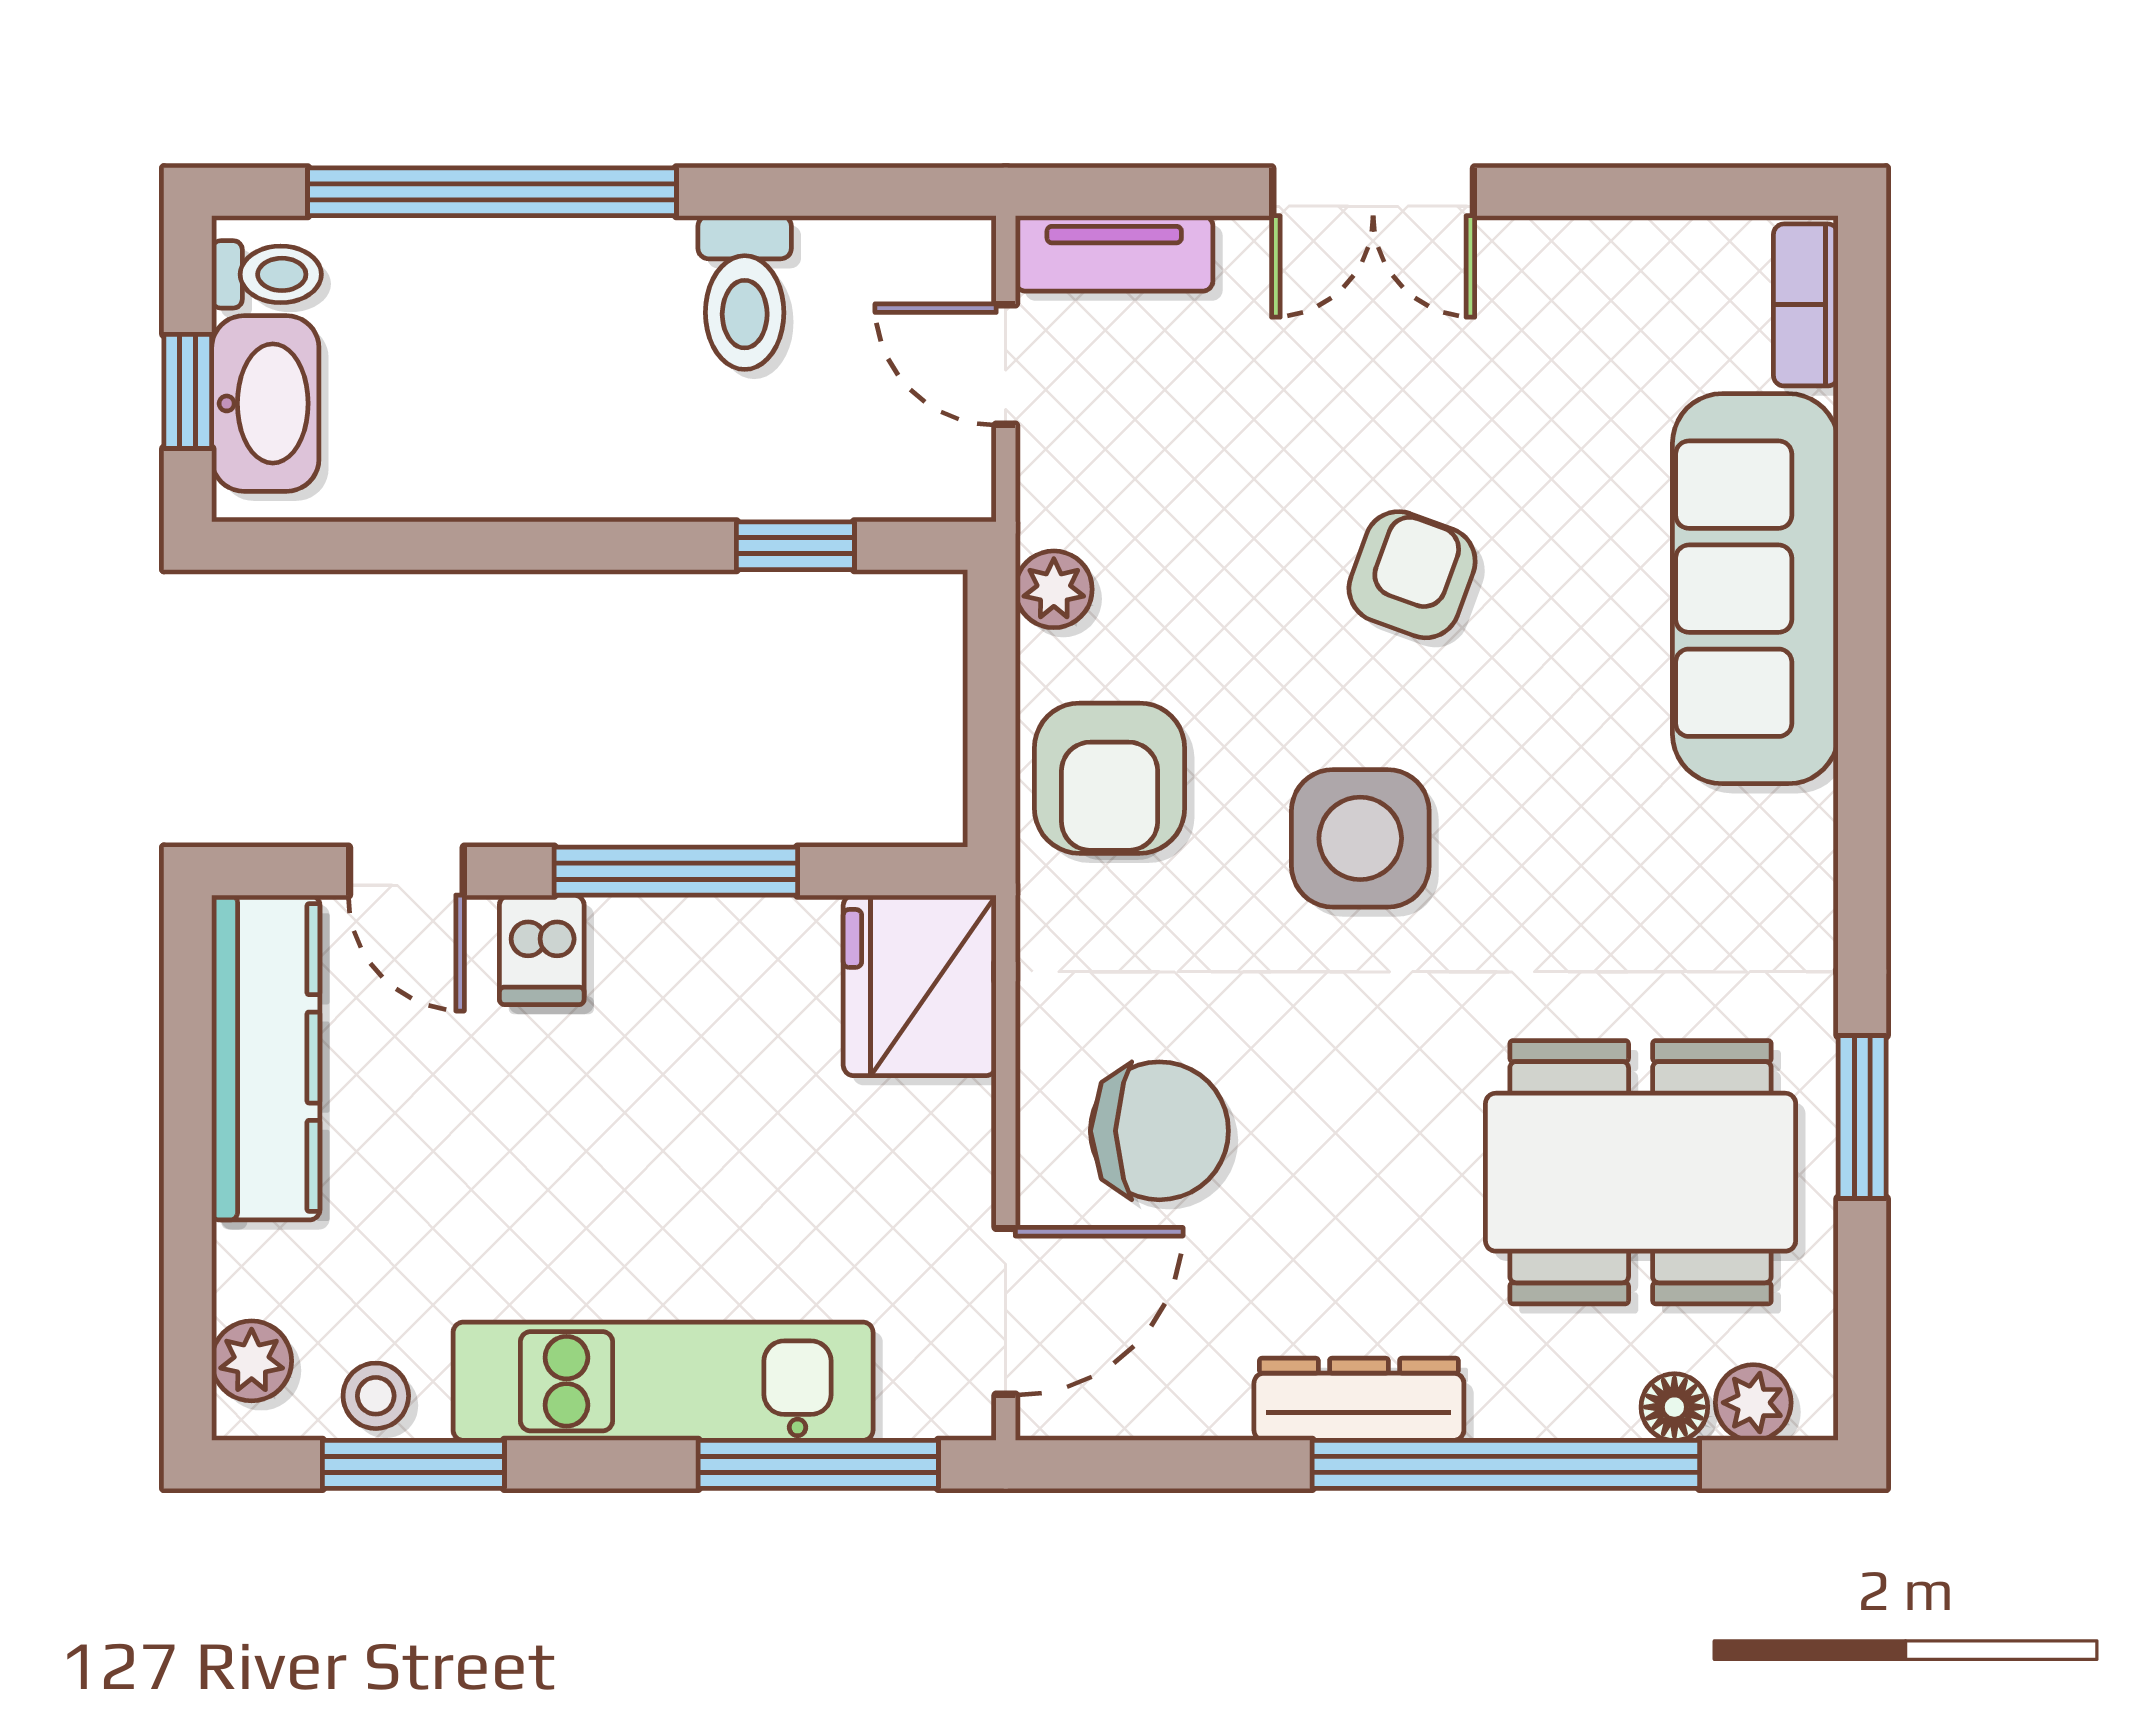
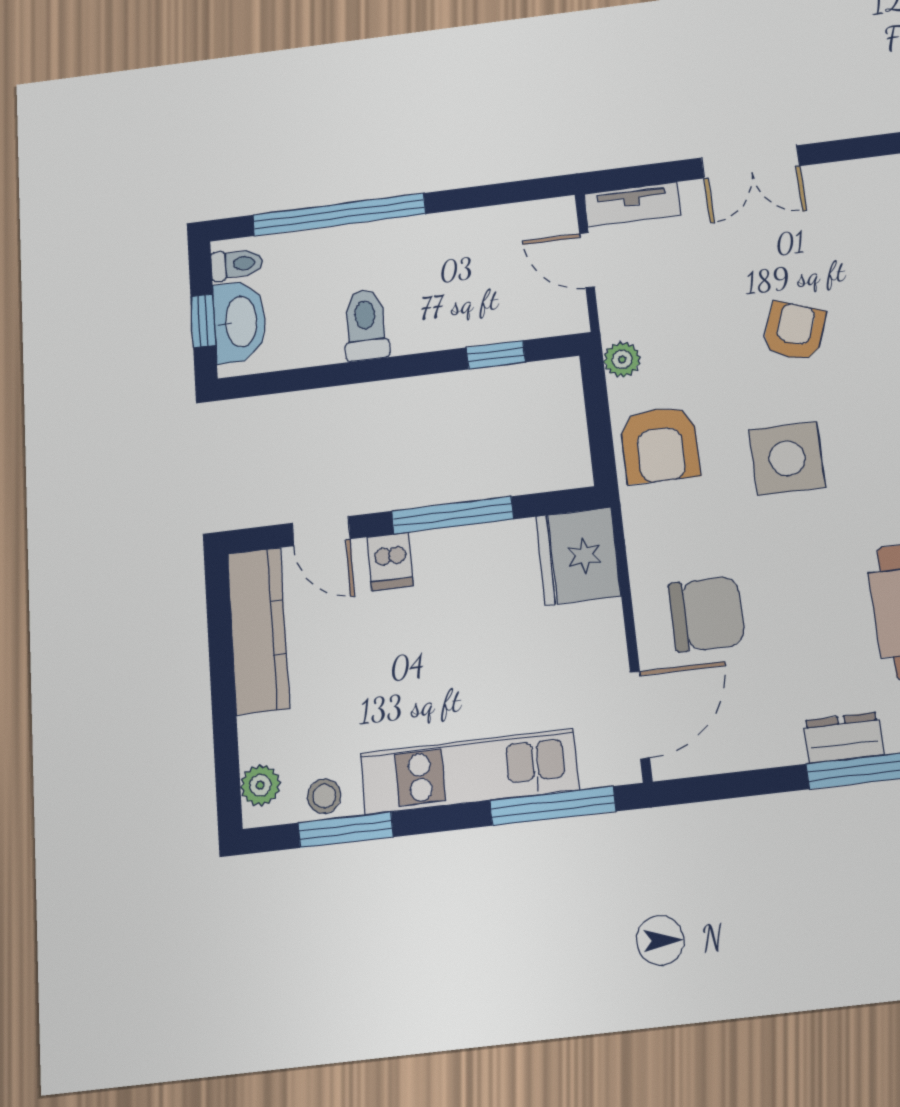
toilet: (745, 293) -> (366, 325), moved, turned 180
dresser: (1359, 1399) -> (844, 738), width x0.70

